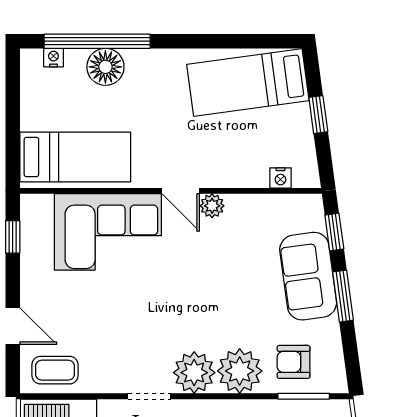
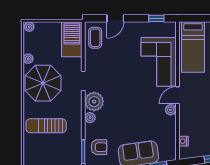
armchair: (294, 362) -> (99, 147), turned 90
plant: (240, 371) -> (90, 118), width x0.53, depth x0.53

